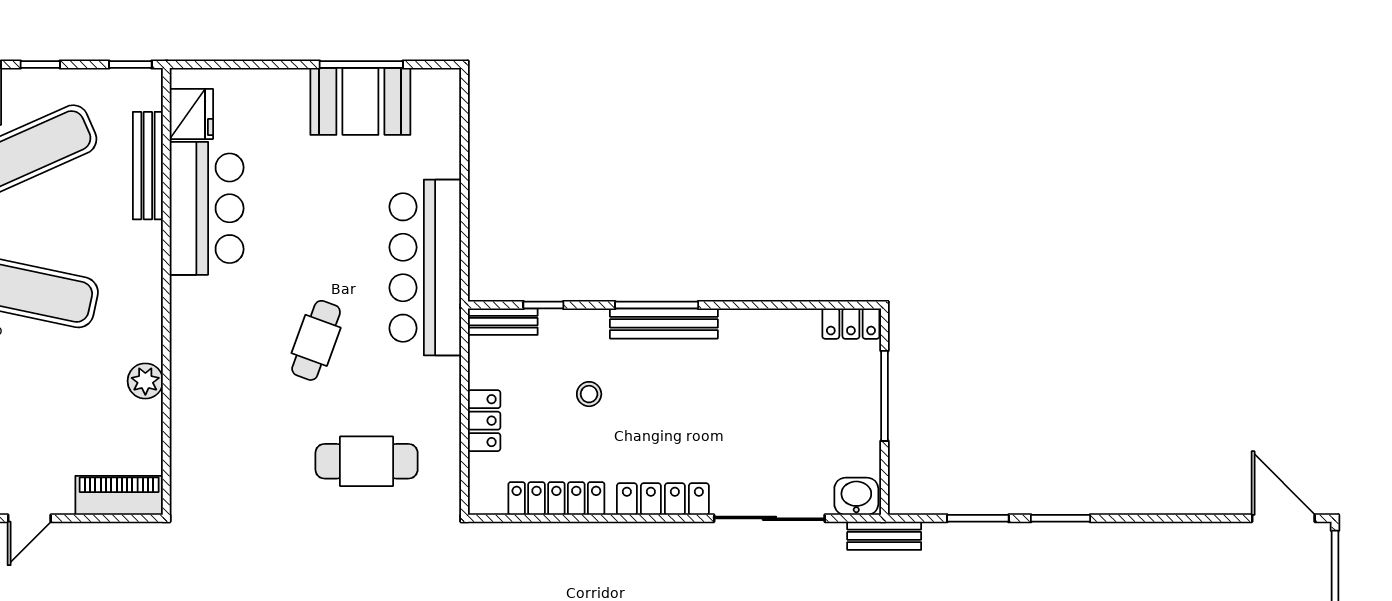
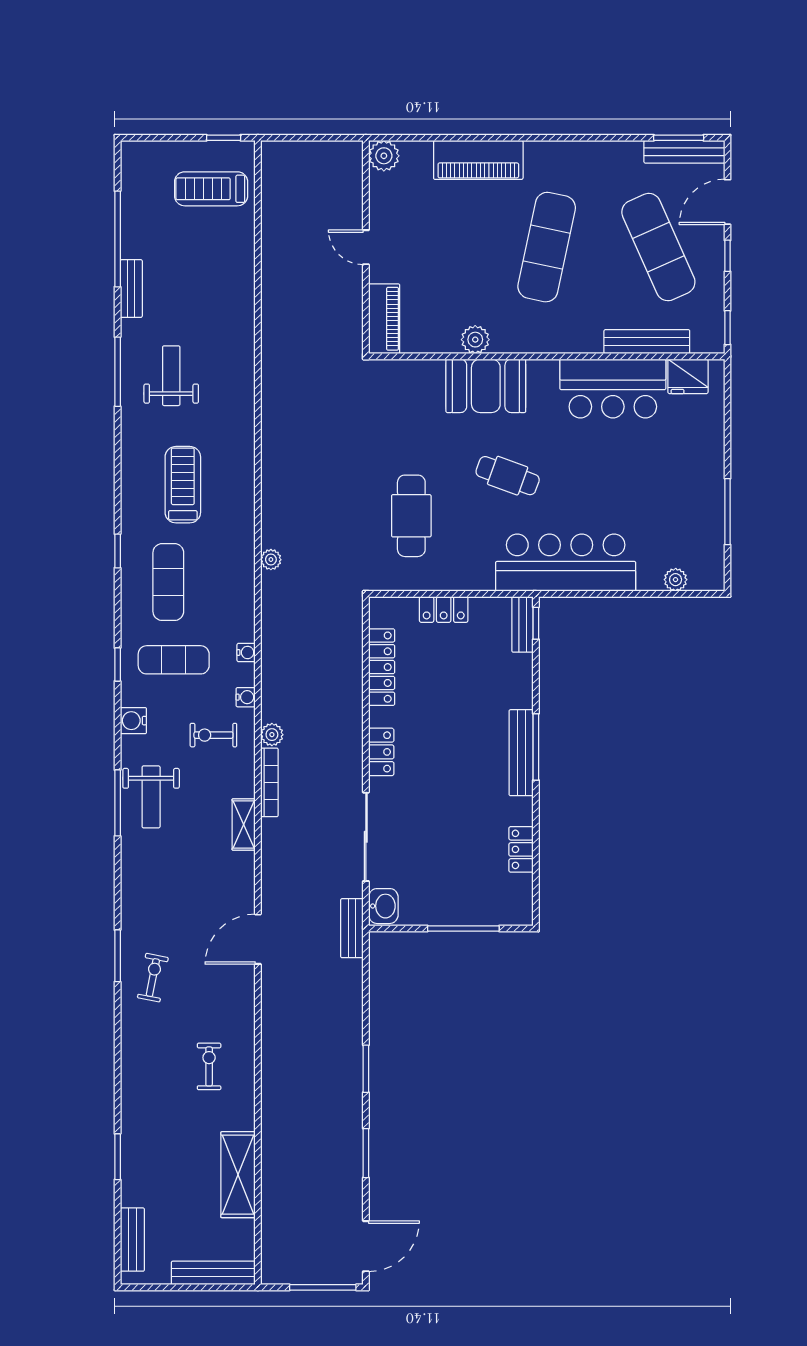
booth: (360, 101) -> (486, 386), moved, turned 90
plant: (447, 130) -> (676, 580), added
window: (543, 305) -> (536, 623), moved
locker: (851, 324) -> (521, 849), moved
stool: (589, 394) -> (465, 693), removed
locker: (663, 499) -> (381, 752), width x0.66
window: (978, 518) -> (366, 1153), moved

